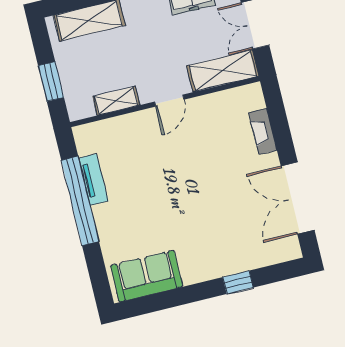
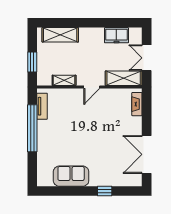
fireplace: (263, 131) -> (137, 104), moved
tv unit: (93, 180) -> (42, 106), moved
sofa: (147, 276) -> (71, 176), moved

